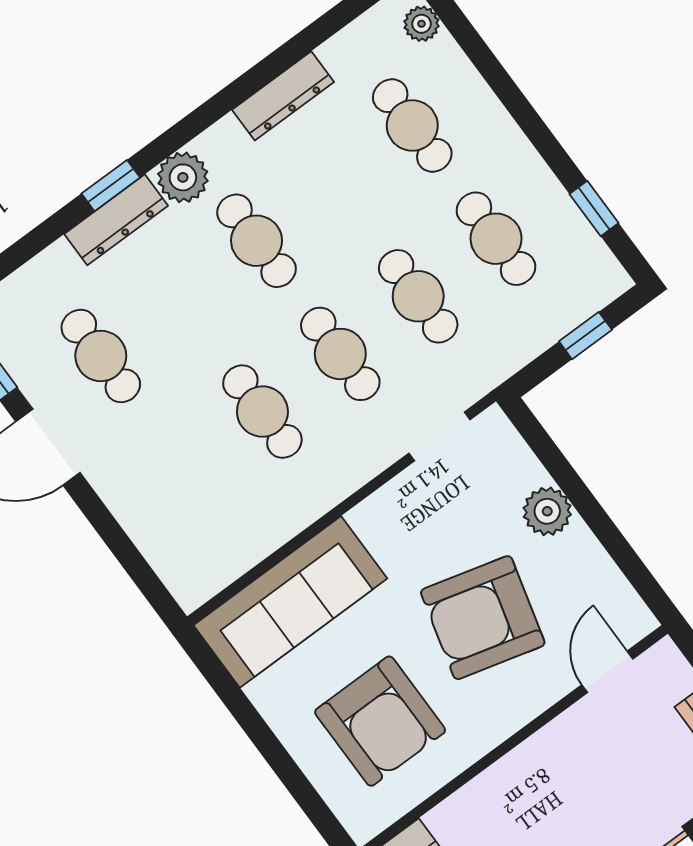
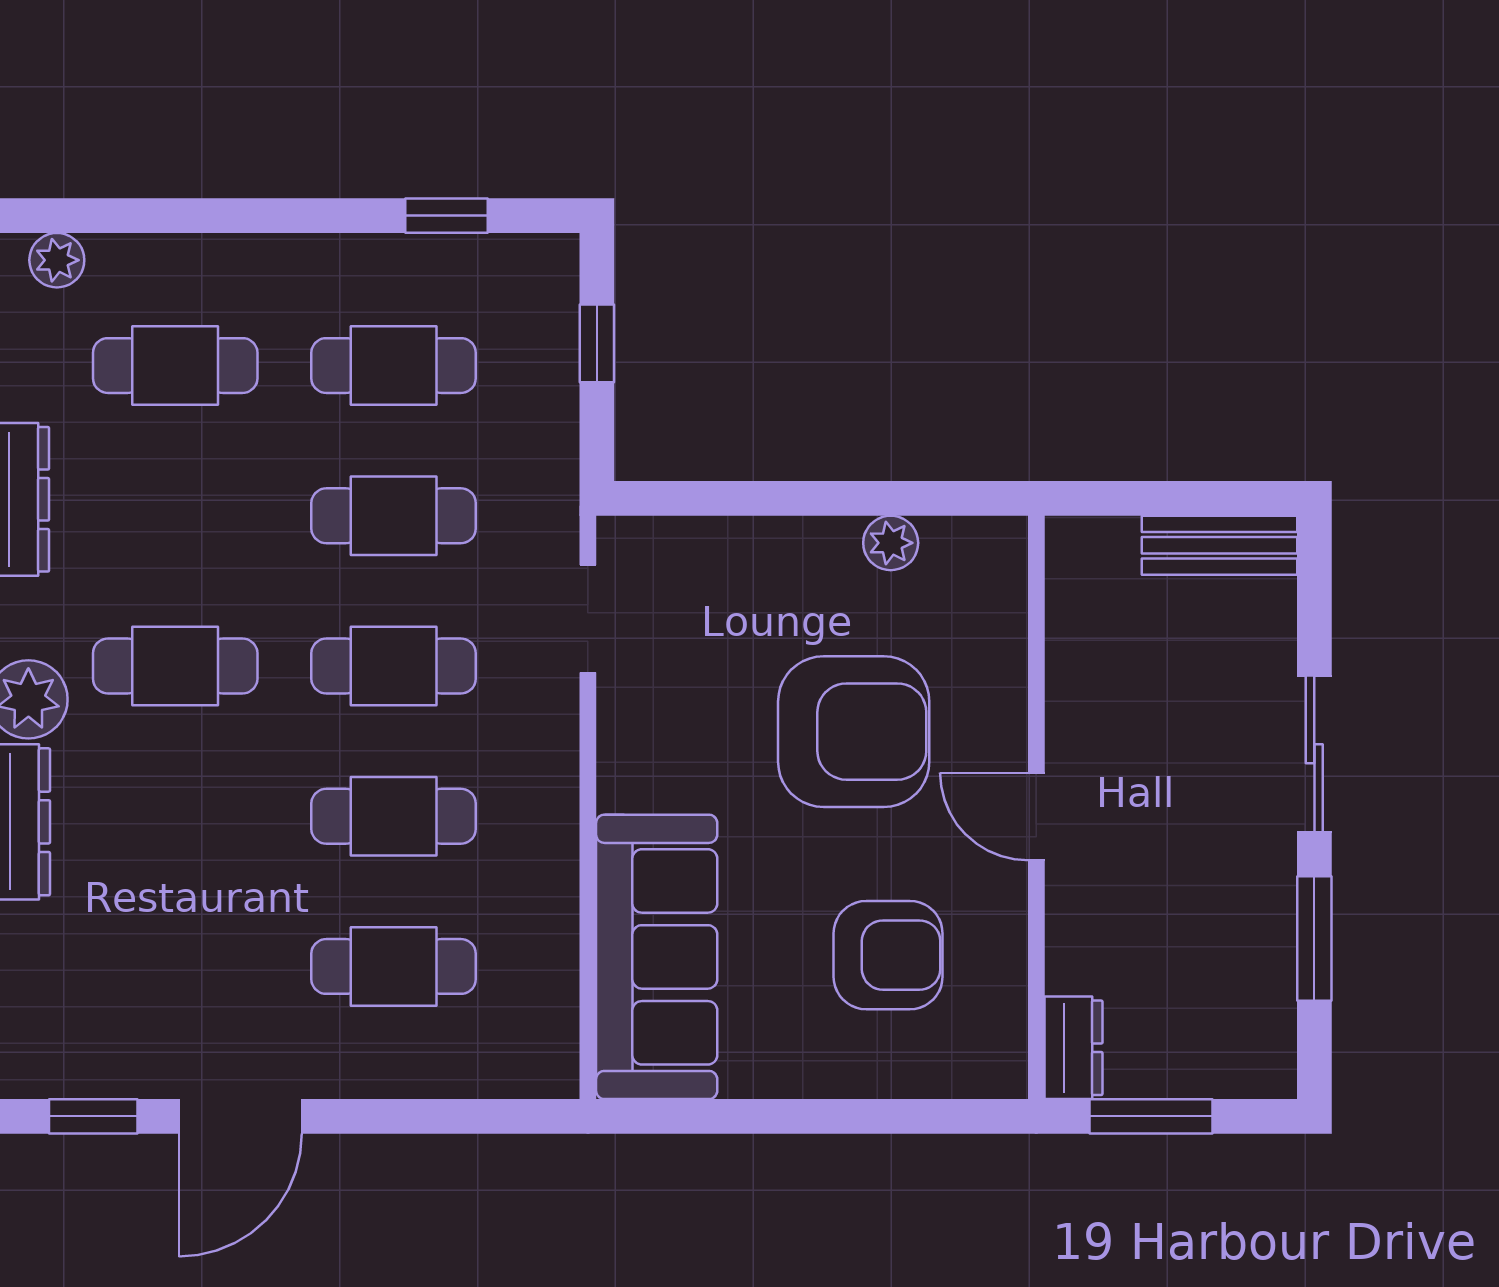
cafe table: (101, 356) -> (394, 966), moved
plant: (547, 511) -> (891, 543), moved, width x0.73, depth x0.73
armchair: (483, 618) -> (854, 732), turned -105
door: (607, 672) -> (1036, 817), moved
armchair: (380, 721) -> (888, 955), width x0.73, depth x0.73

